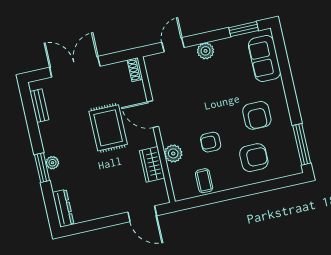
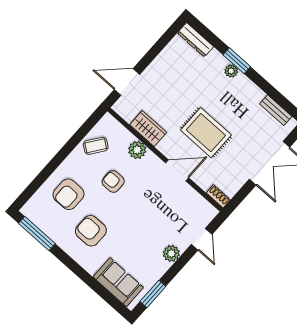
armchair: (211, 142) -> (113, 181), turned -90
coffee table: (204, 181) -> (96, 146), turned -54

